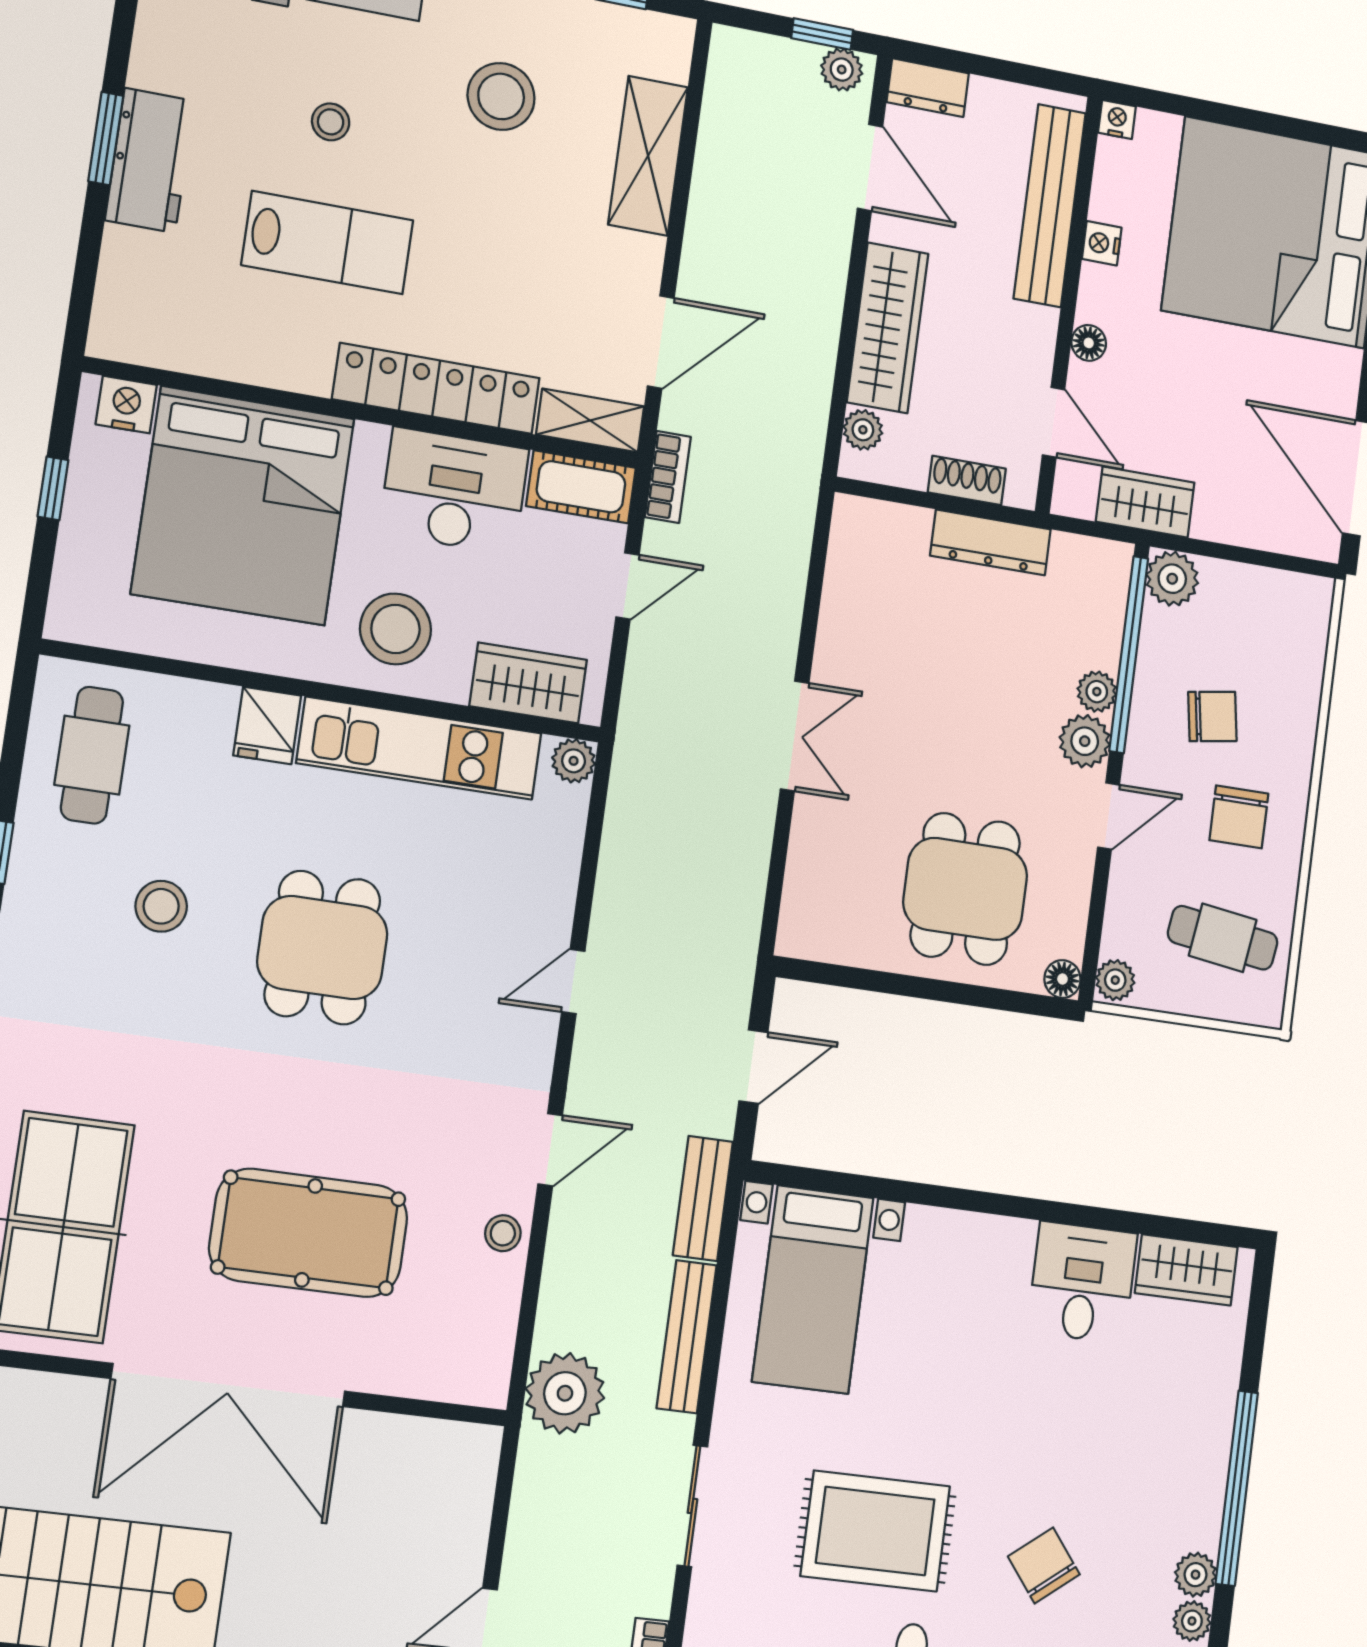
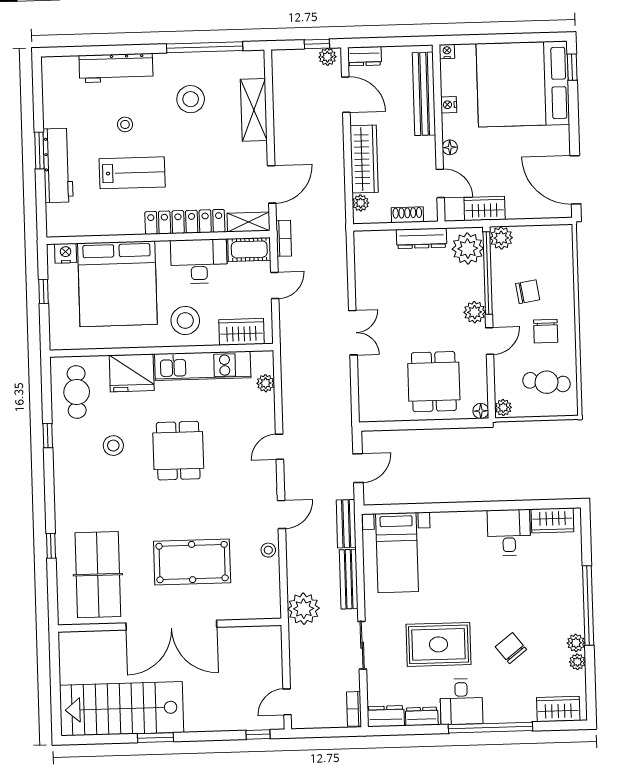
workbench: (150, 160) -> (58, 165), width x1.38
plant: (1097, 692) -> (468, 249), moved, width x1.88, depth x1.88
fridge: (267, 725) -> (132, 373), width x1.88, depth x1.34
plant: (574, 761) -> (266, 383), moved

